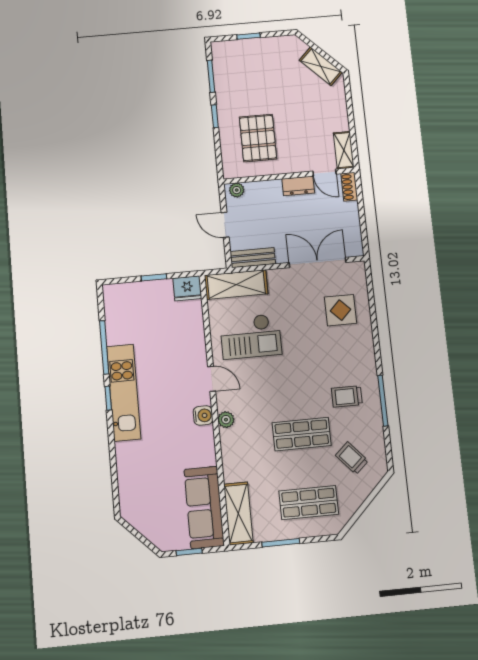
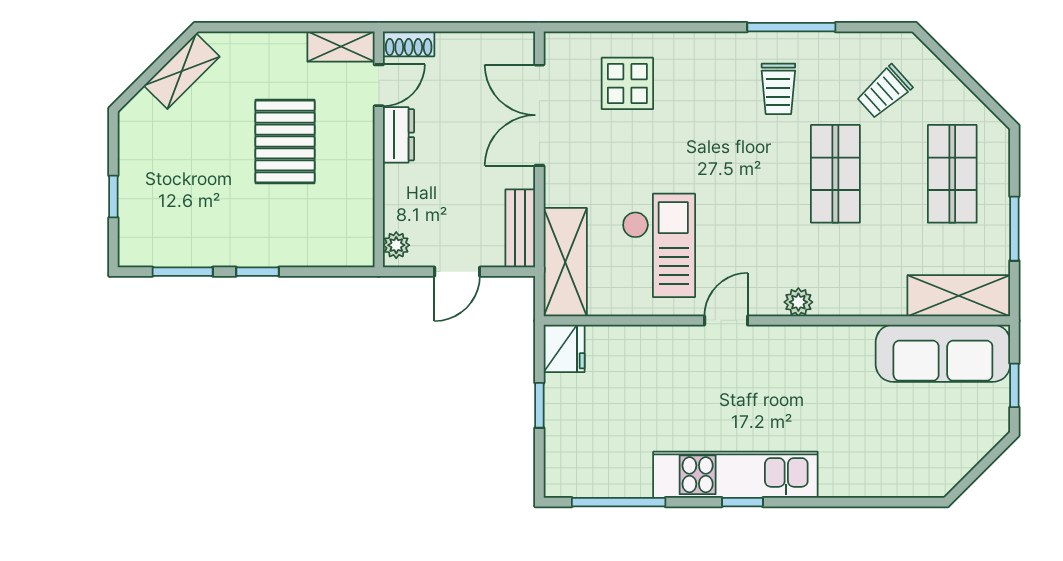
pallet: (258, 138) -> (285, 142), moved, turned 90
window: (104, 347) -> (619, 502), moved
water cooler: (203, 416) -> (788, 341), removed

